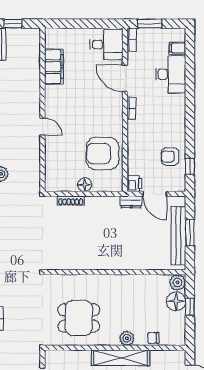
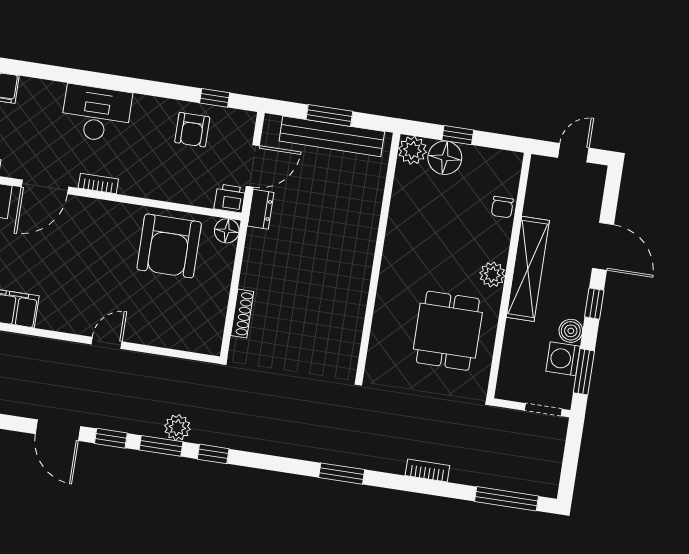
desk: (171, 74) -> (96, 114), moved
floor lamp: (85, 185) -> (227, 231), moved
plant: (127, 338) -> (492, 274), moved

